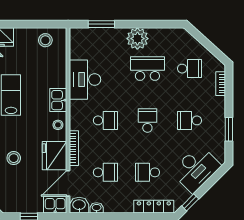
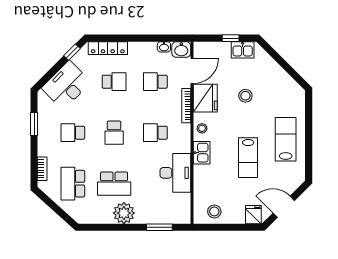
school desk: (189, 69) -> (73, 184), width x1.85
school desk: (189, 120) -> (73, 133), turned 180
kitchen sink: (55, 205) -> (243, 50), moved

